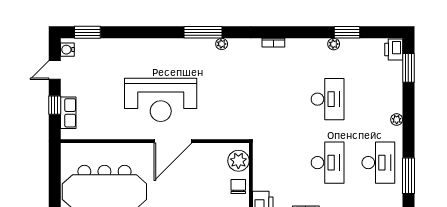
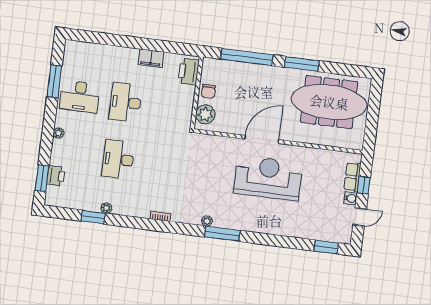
water cooler: (67, 50) -> (351, 198), moved
printer: (394, 50) -> (56, 176), moved
desk: (378, 163) -> (80, 97), turned -90

